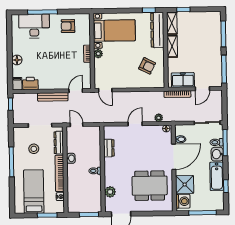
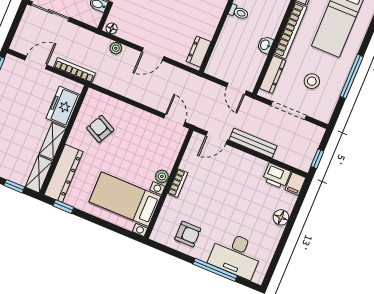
freezer: (183, 80) -> (63, 106), moved, turned 90
dresser: (109, 148) -> (199, 52), moved

